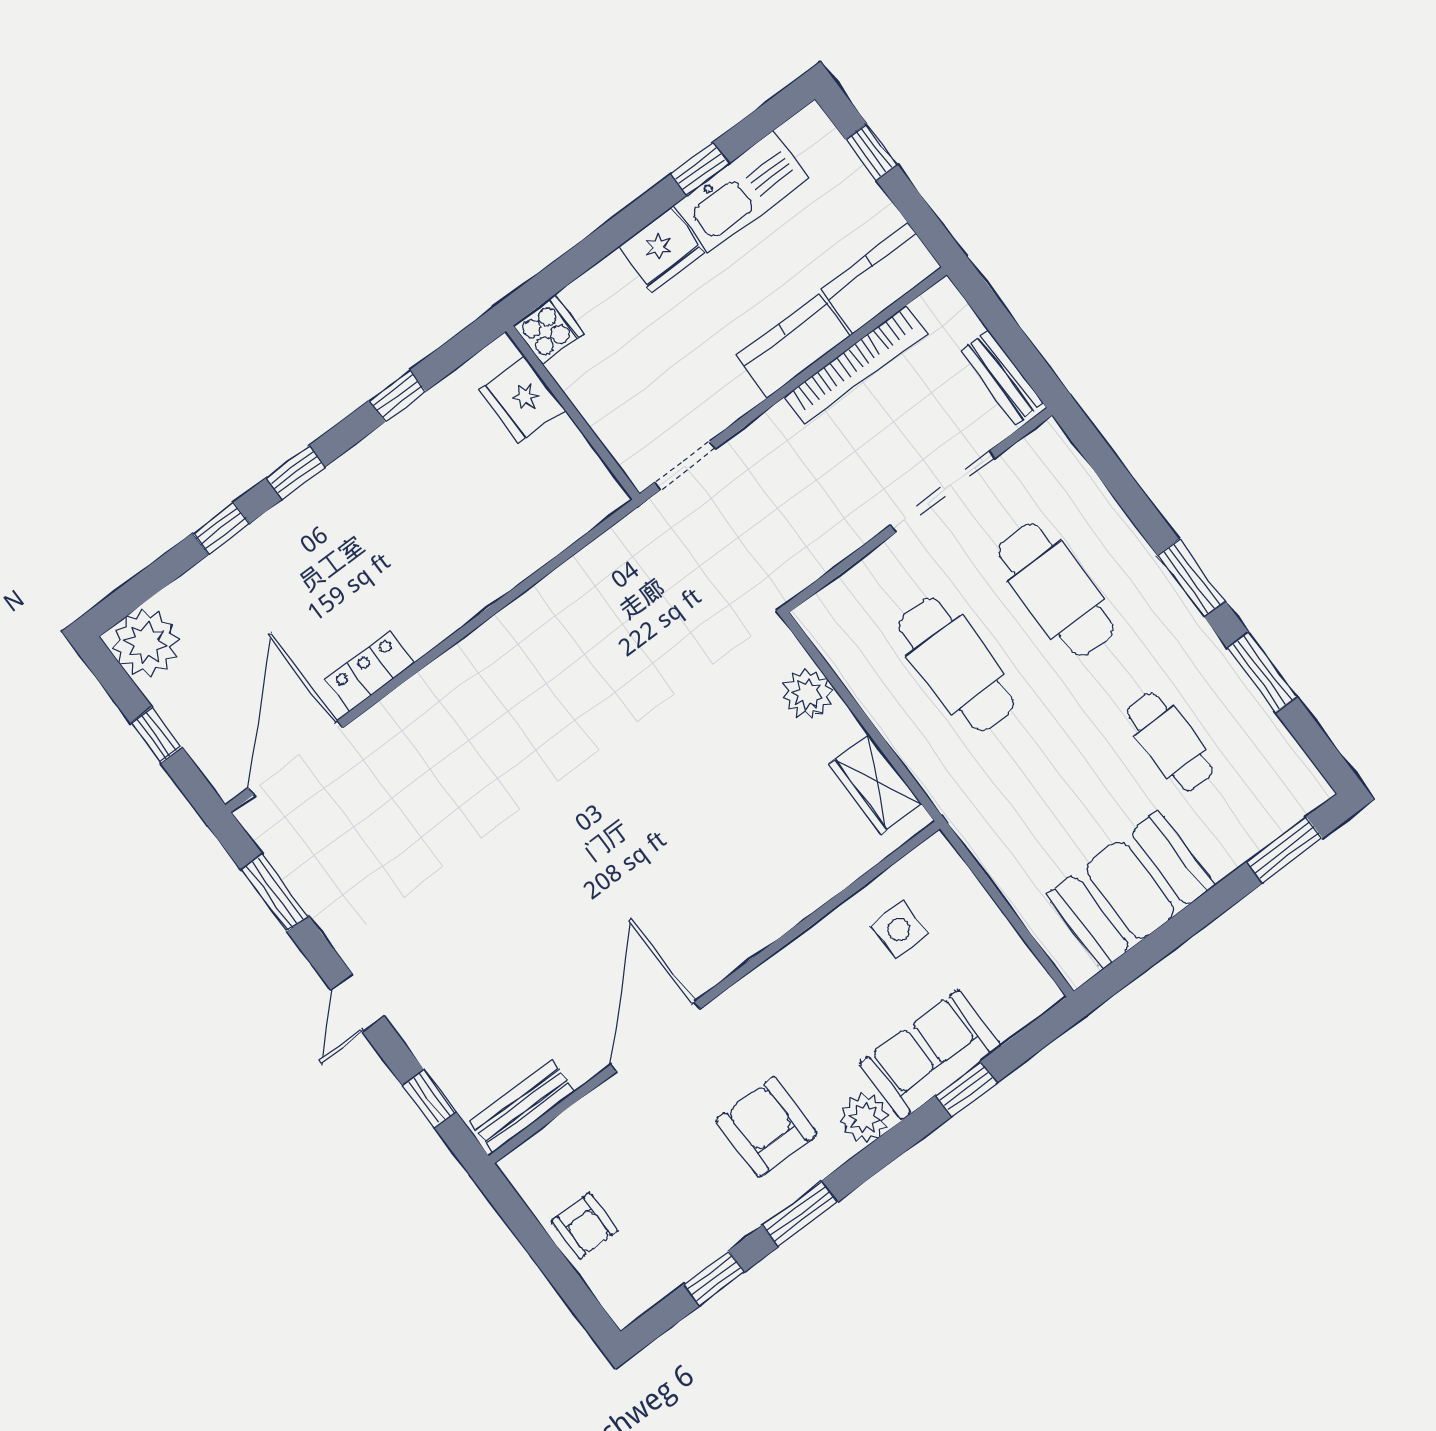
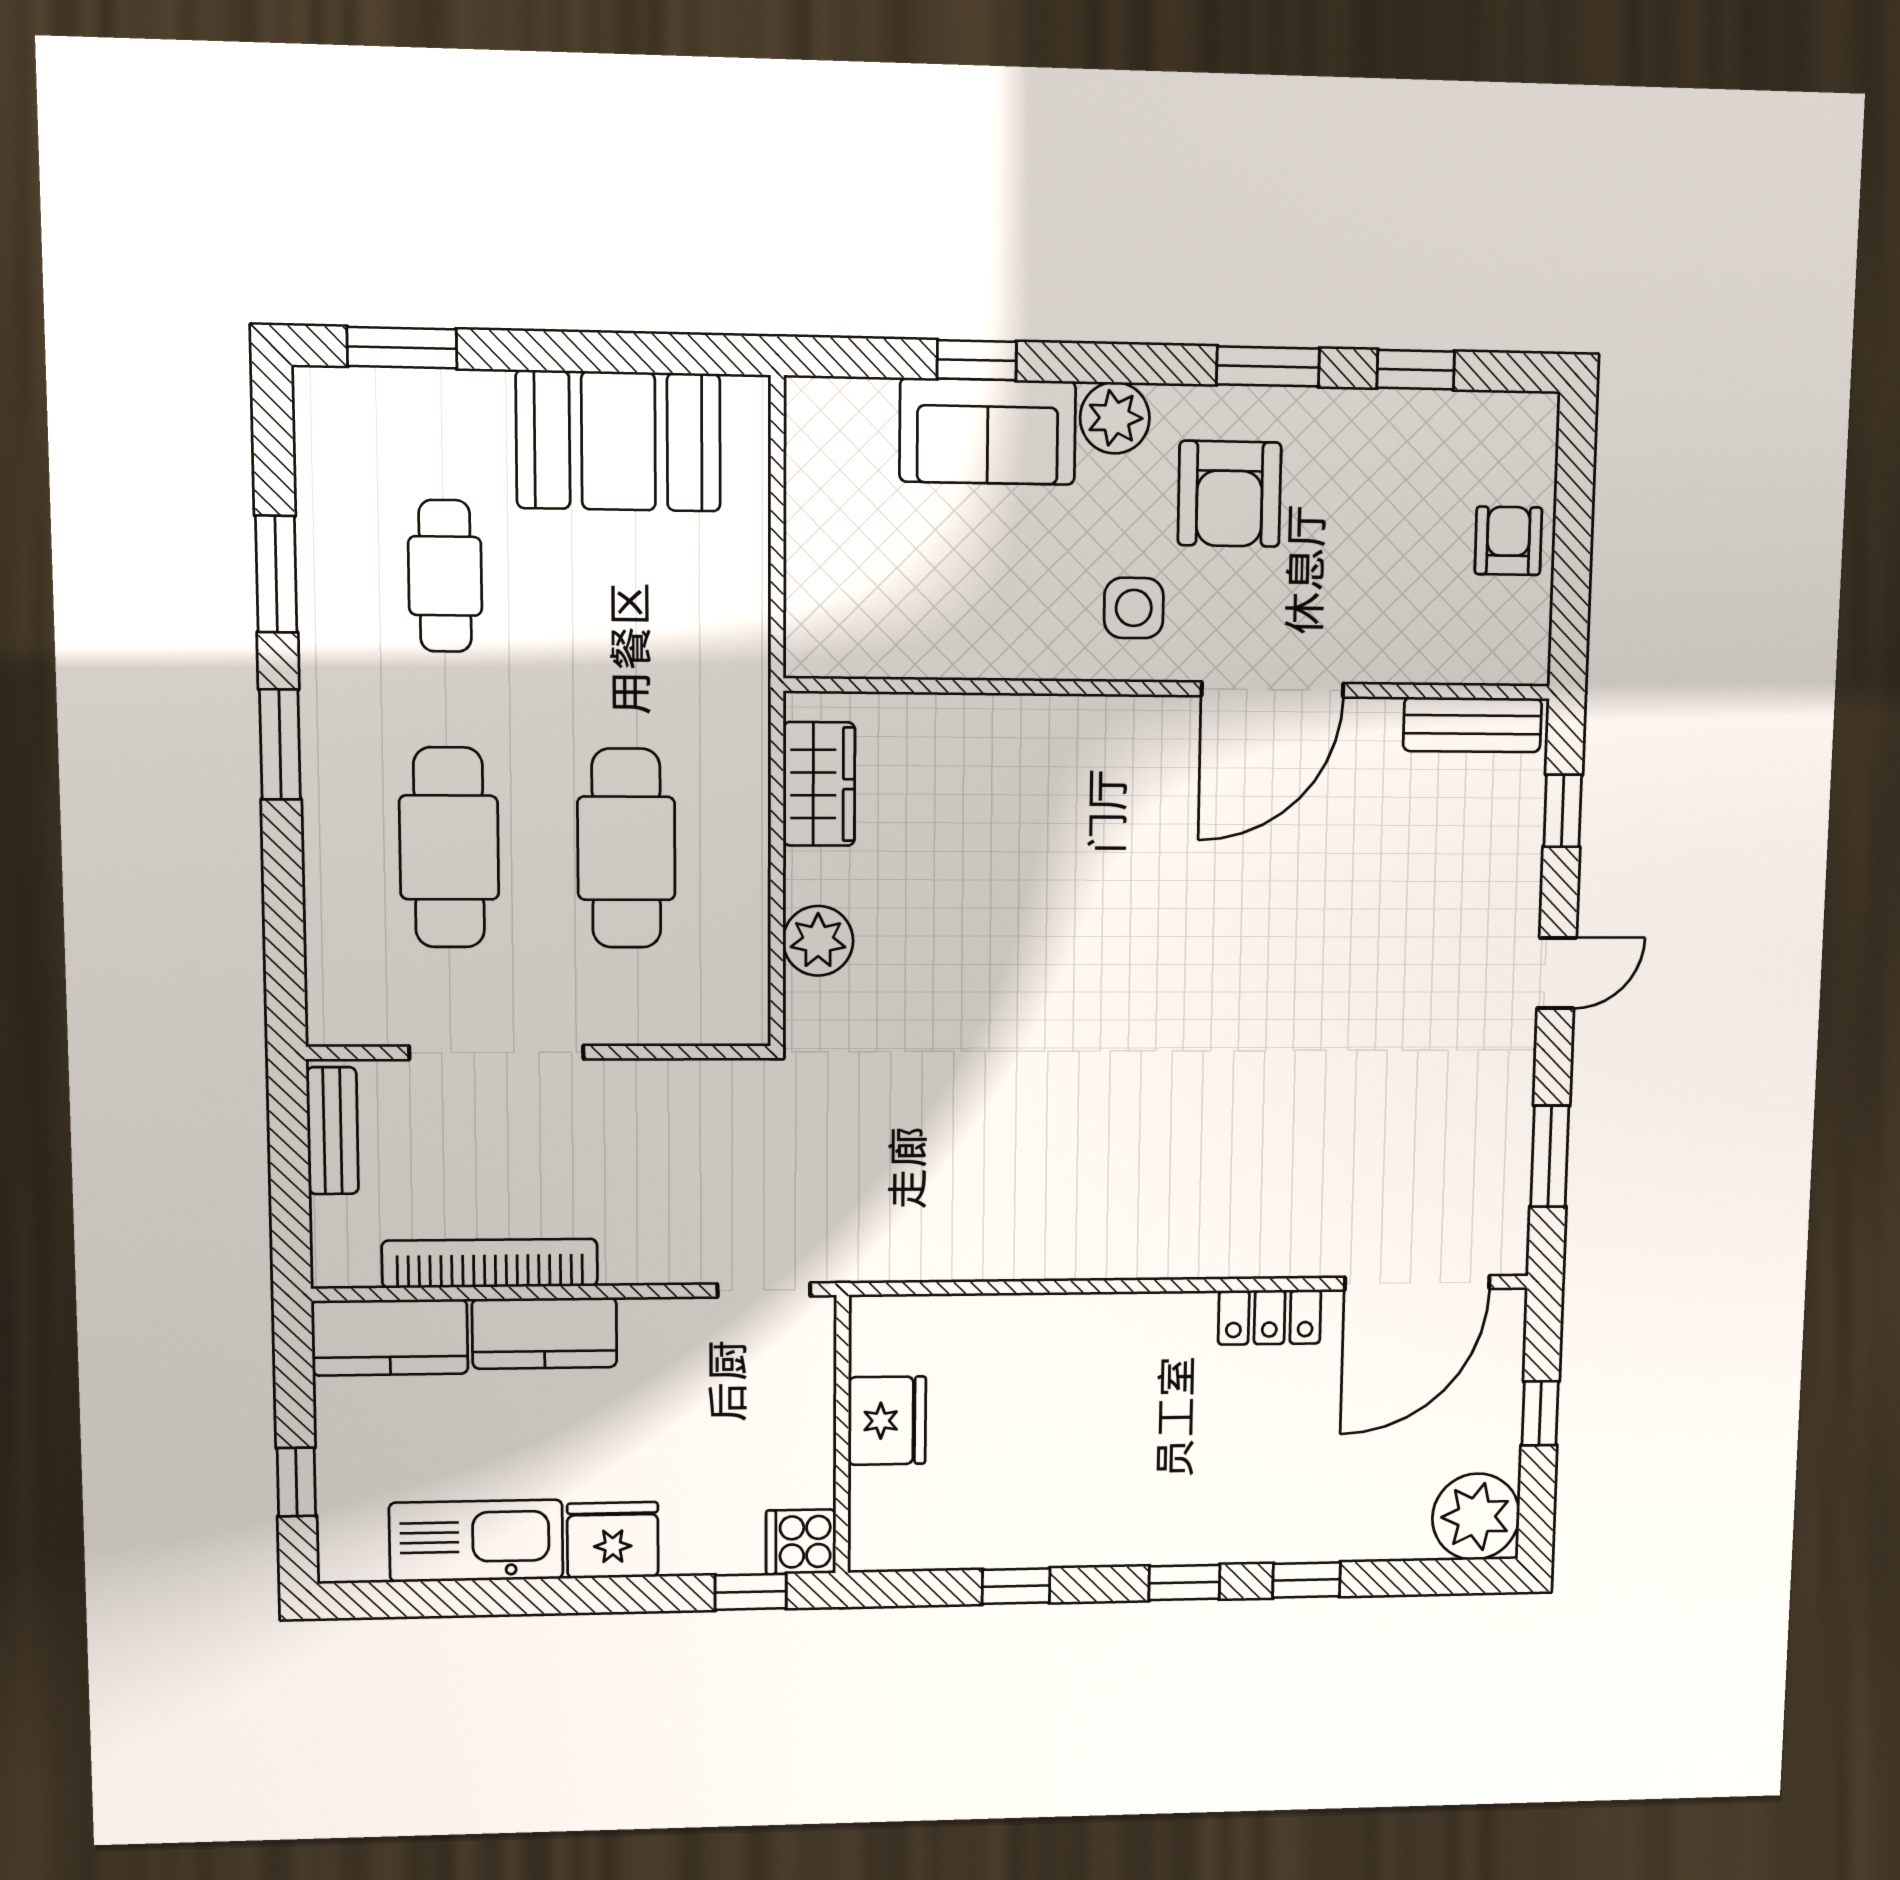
window: (700, 169) -> (751, 1592), moved
fridge: (522, 400) -> (887, 1421), moved
side table: (899, 929) -> (1134, 608), moved

